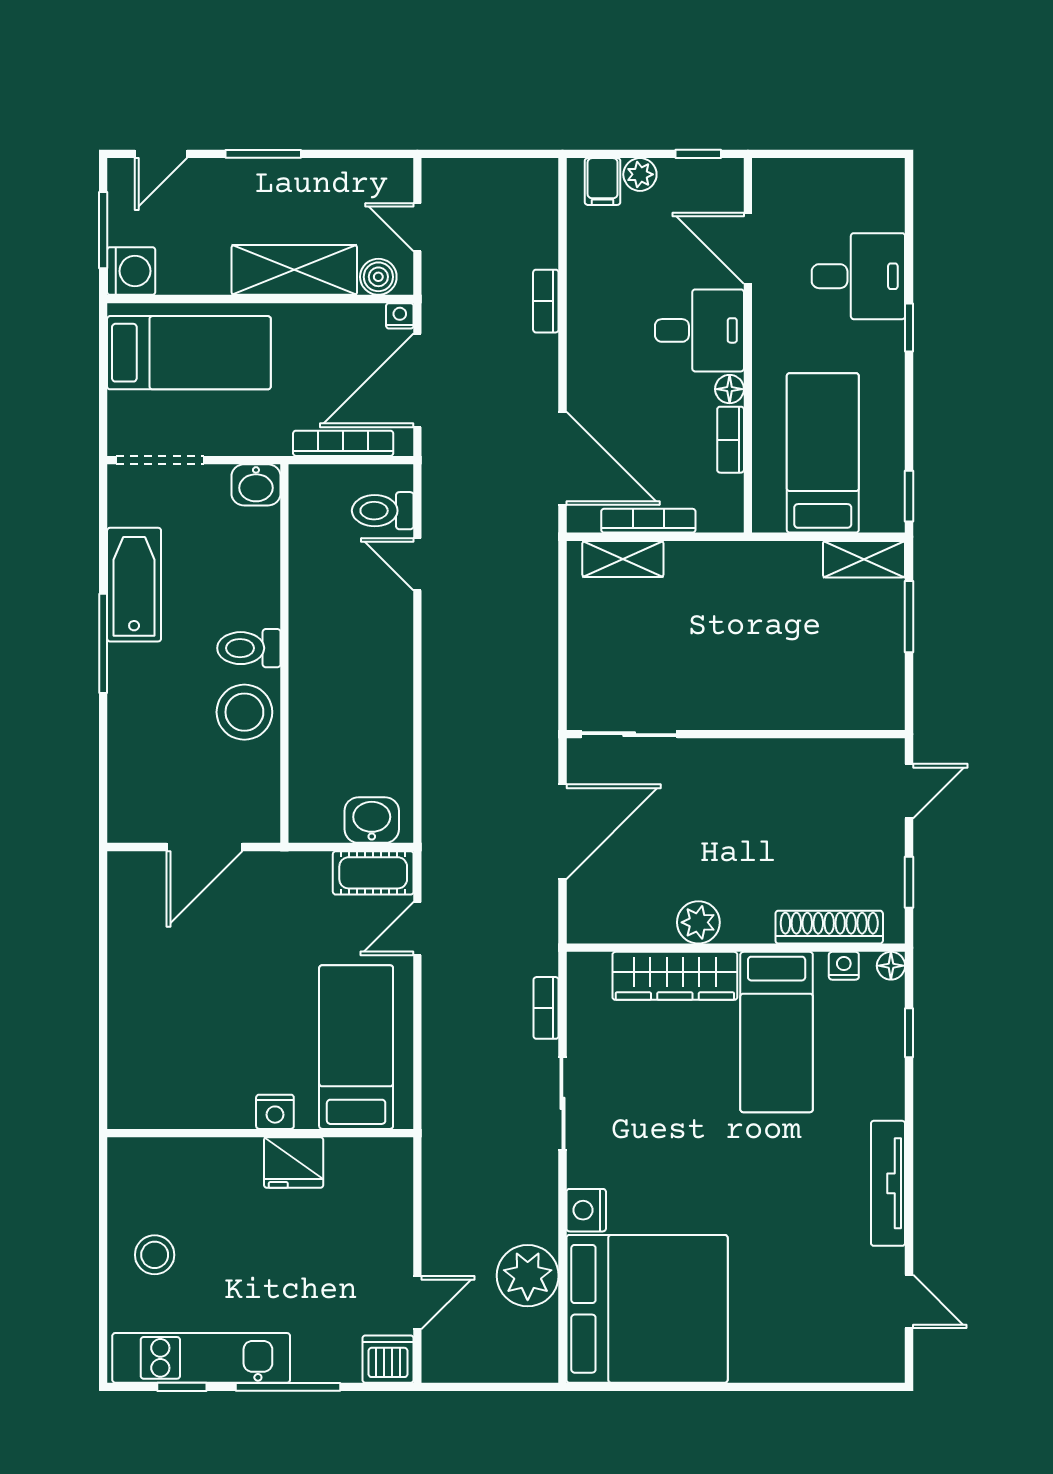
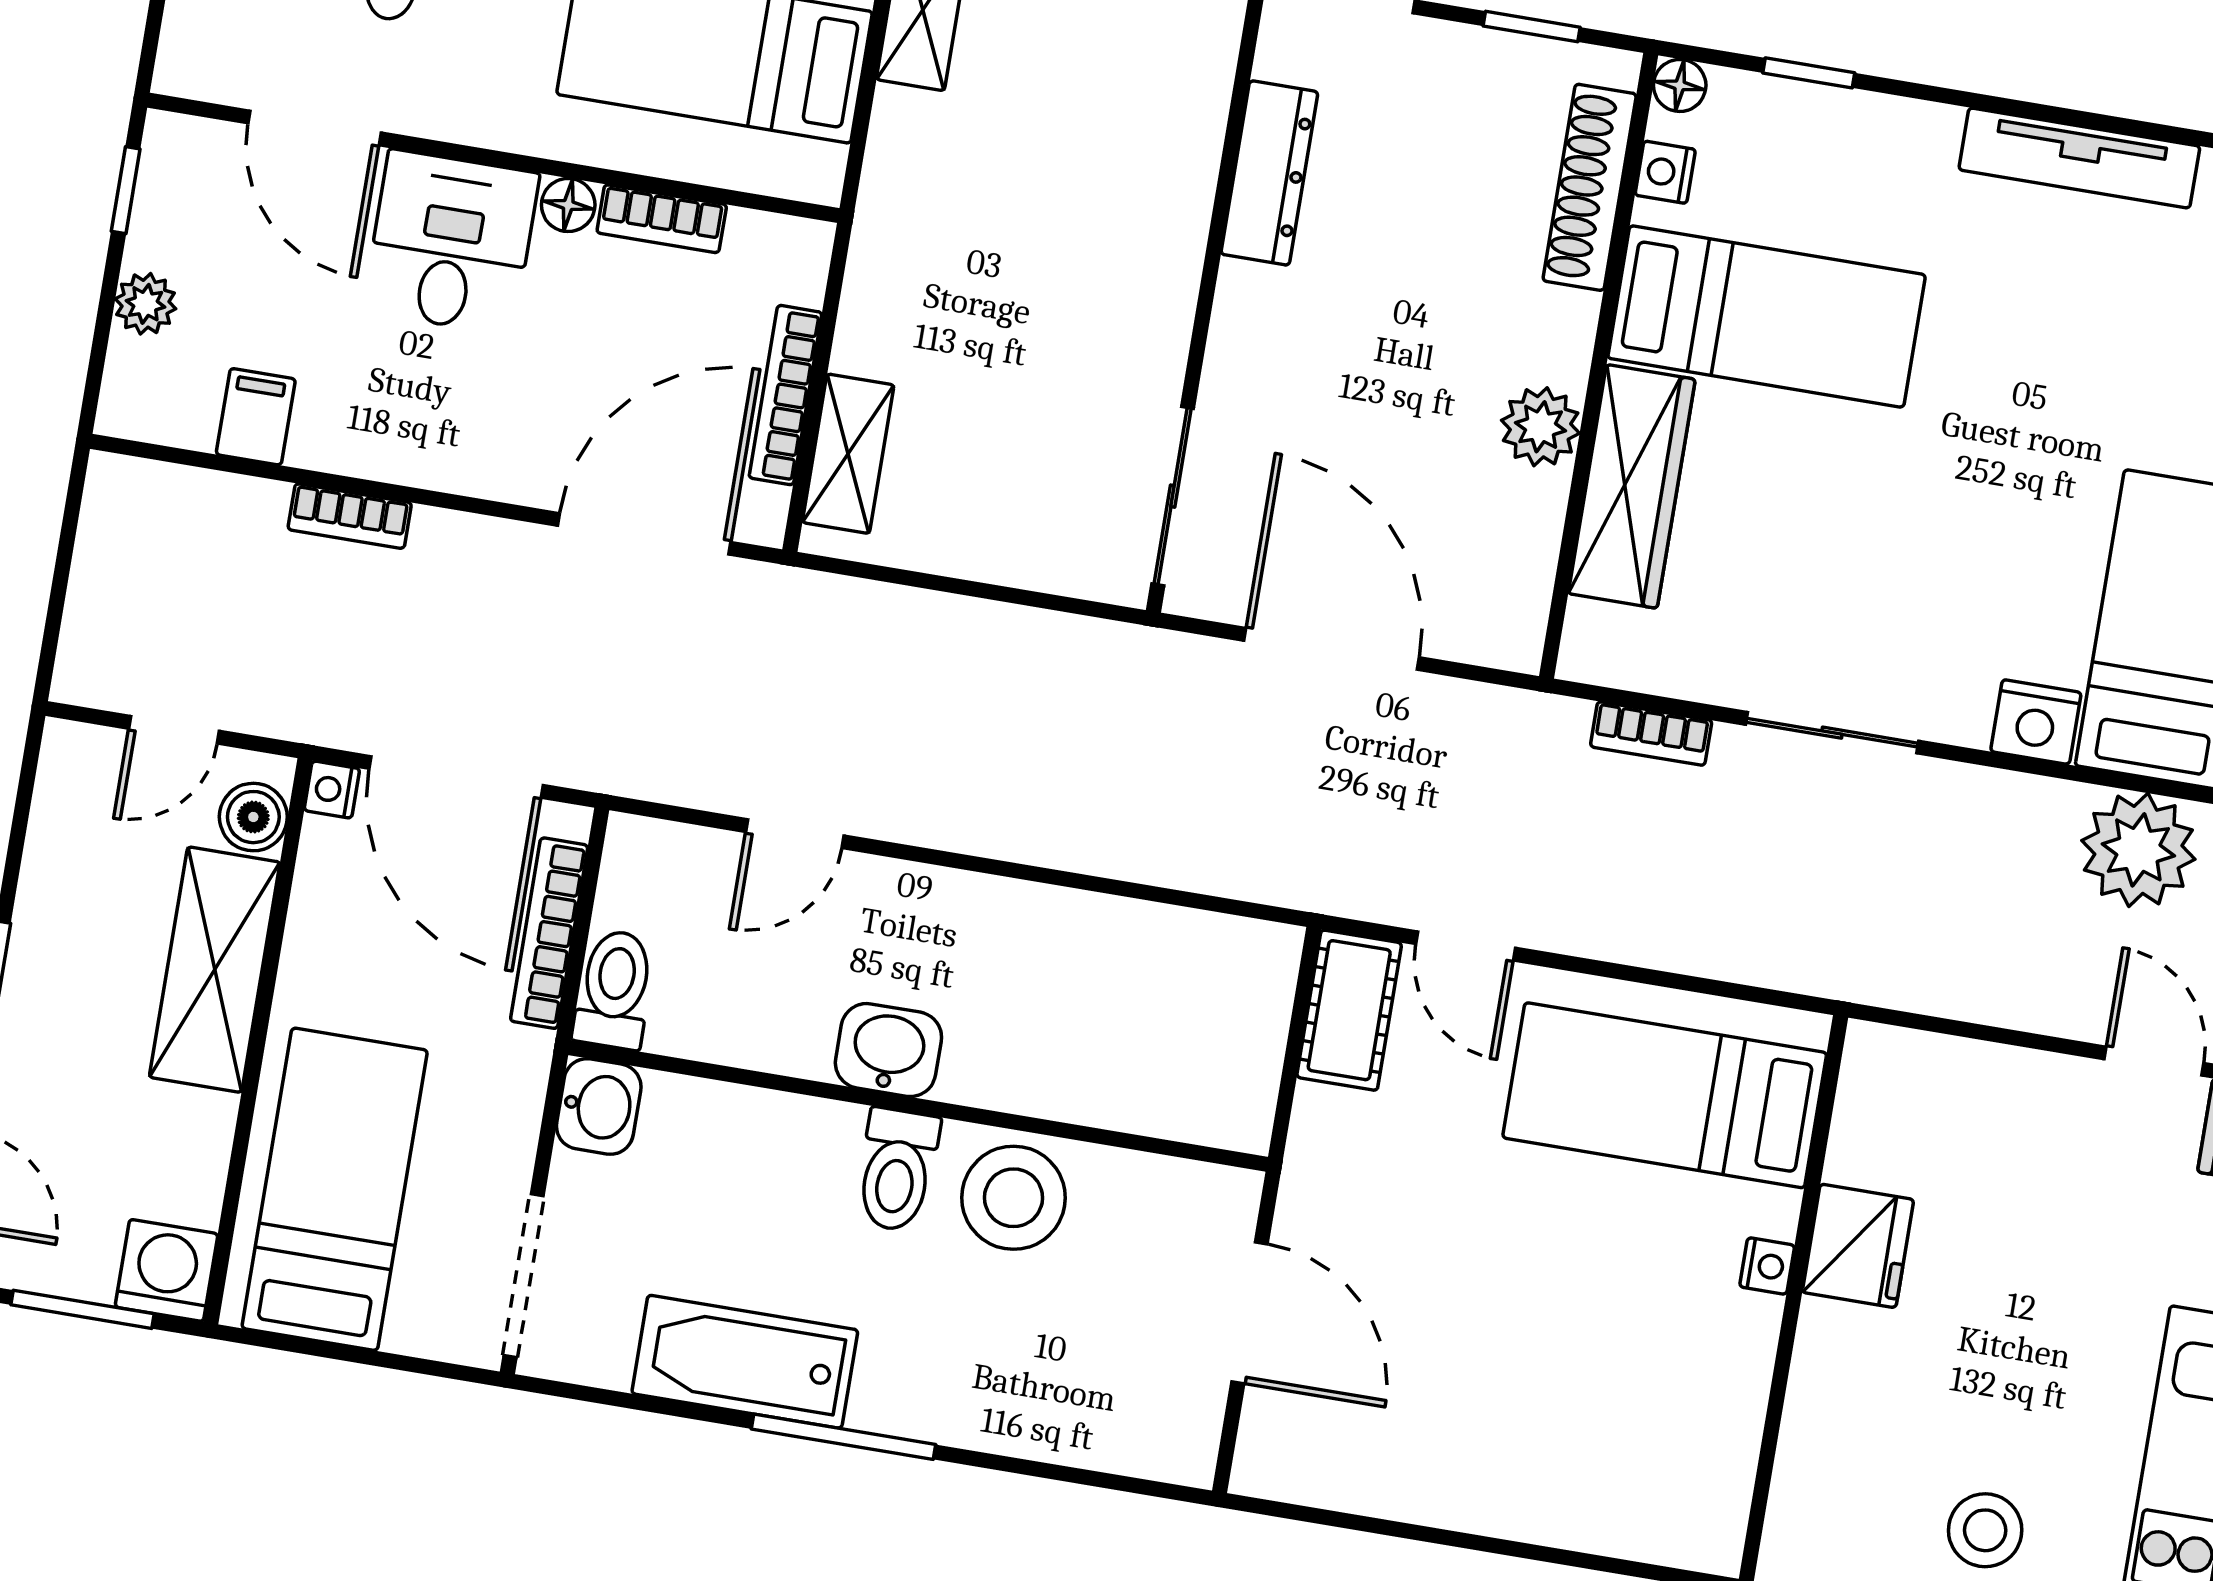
filing cabinet: (603, 182) -> (256, 417), moved, turned -90
door: (748, 248) -> (315, 128), hinge flipped
toilet: (383, 511) -> (614, 989), moved, turned 180
dresser: (808, 757) -> (1269, 173), added
washbasin: (372, 820) -> (888, 1050), moved, turned 90
nightstand: (275, 1112) -> (1767, 1266), width x0.72, depth x0.74

